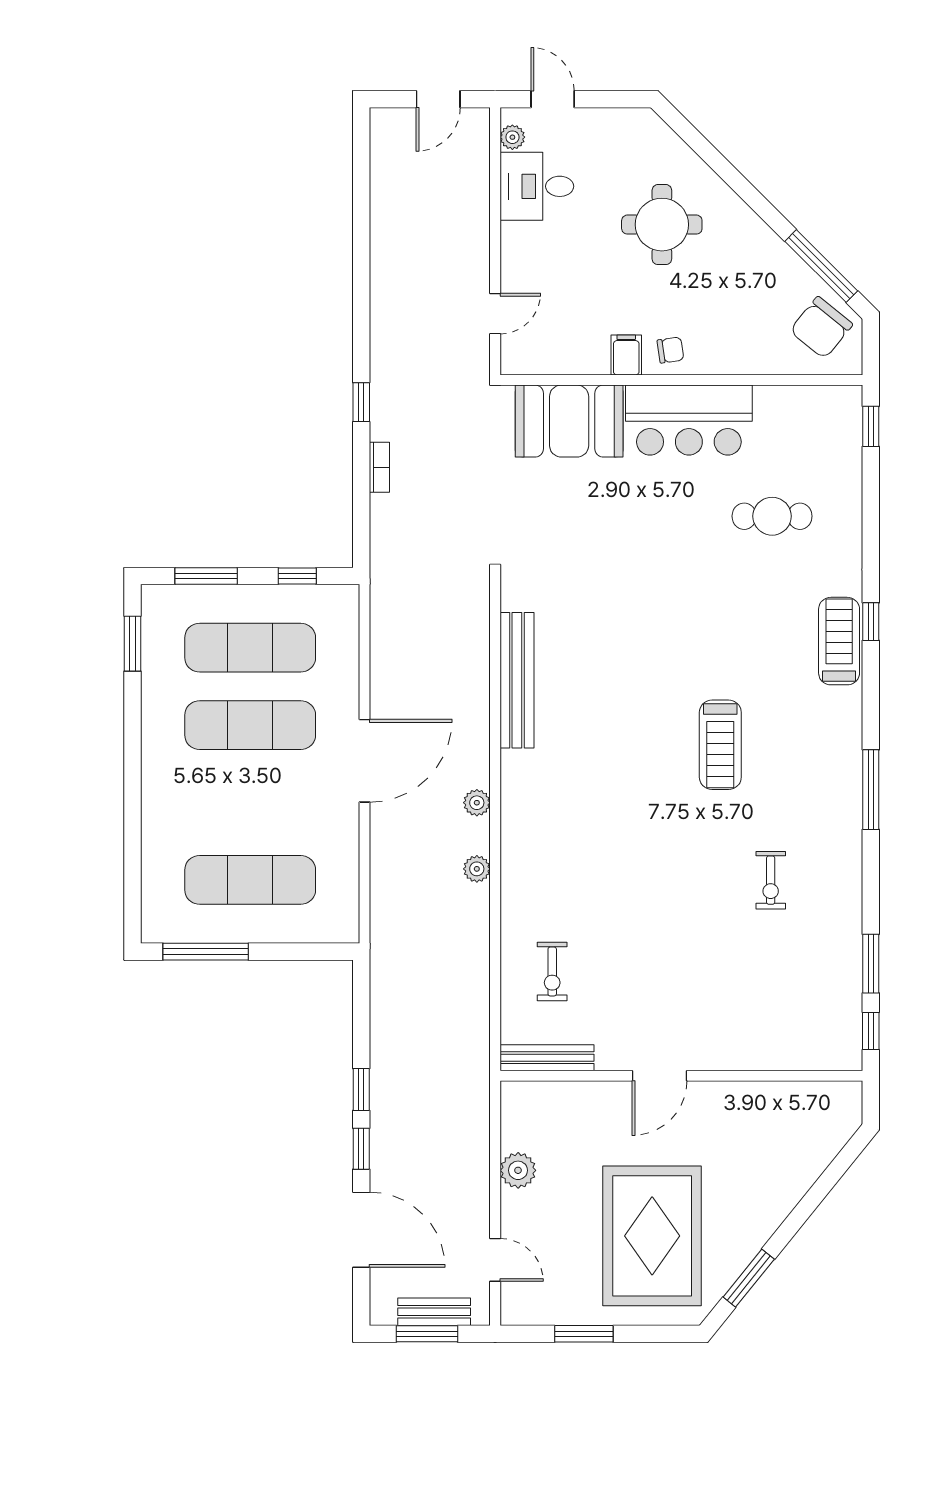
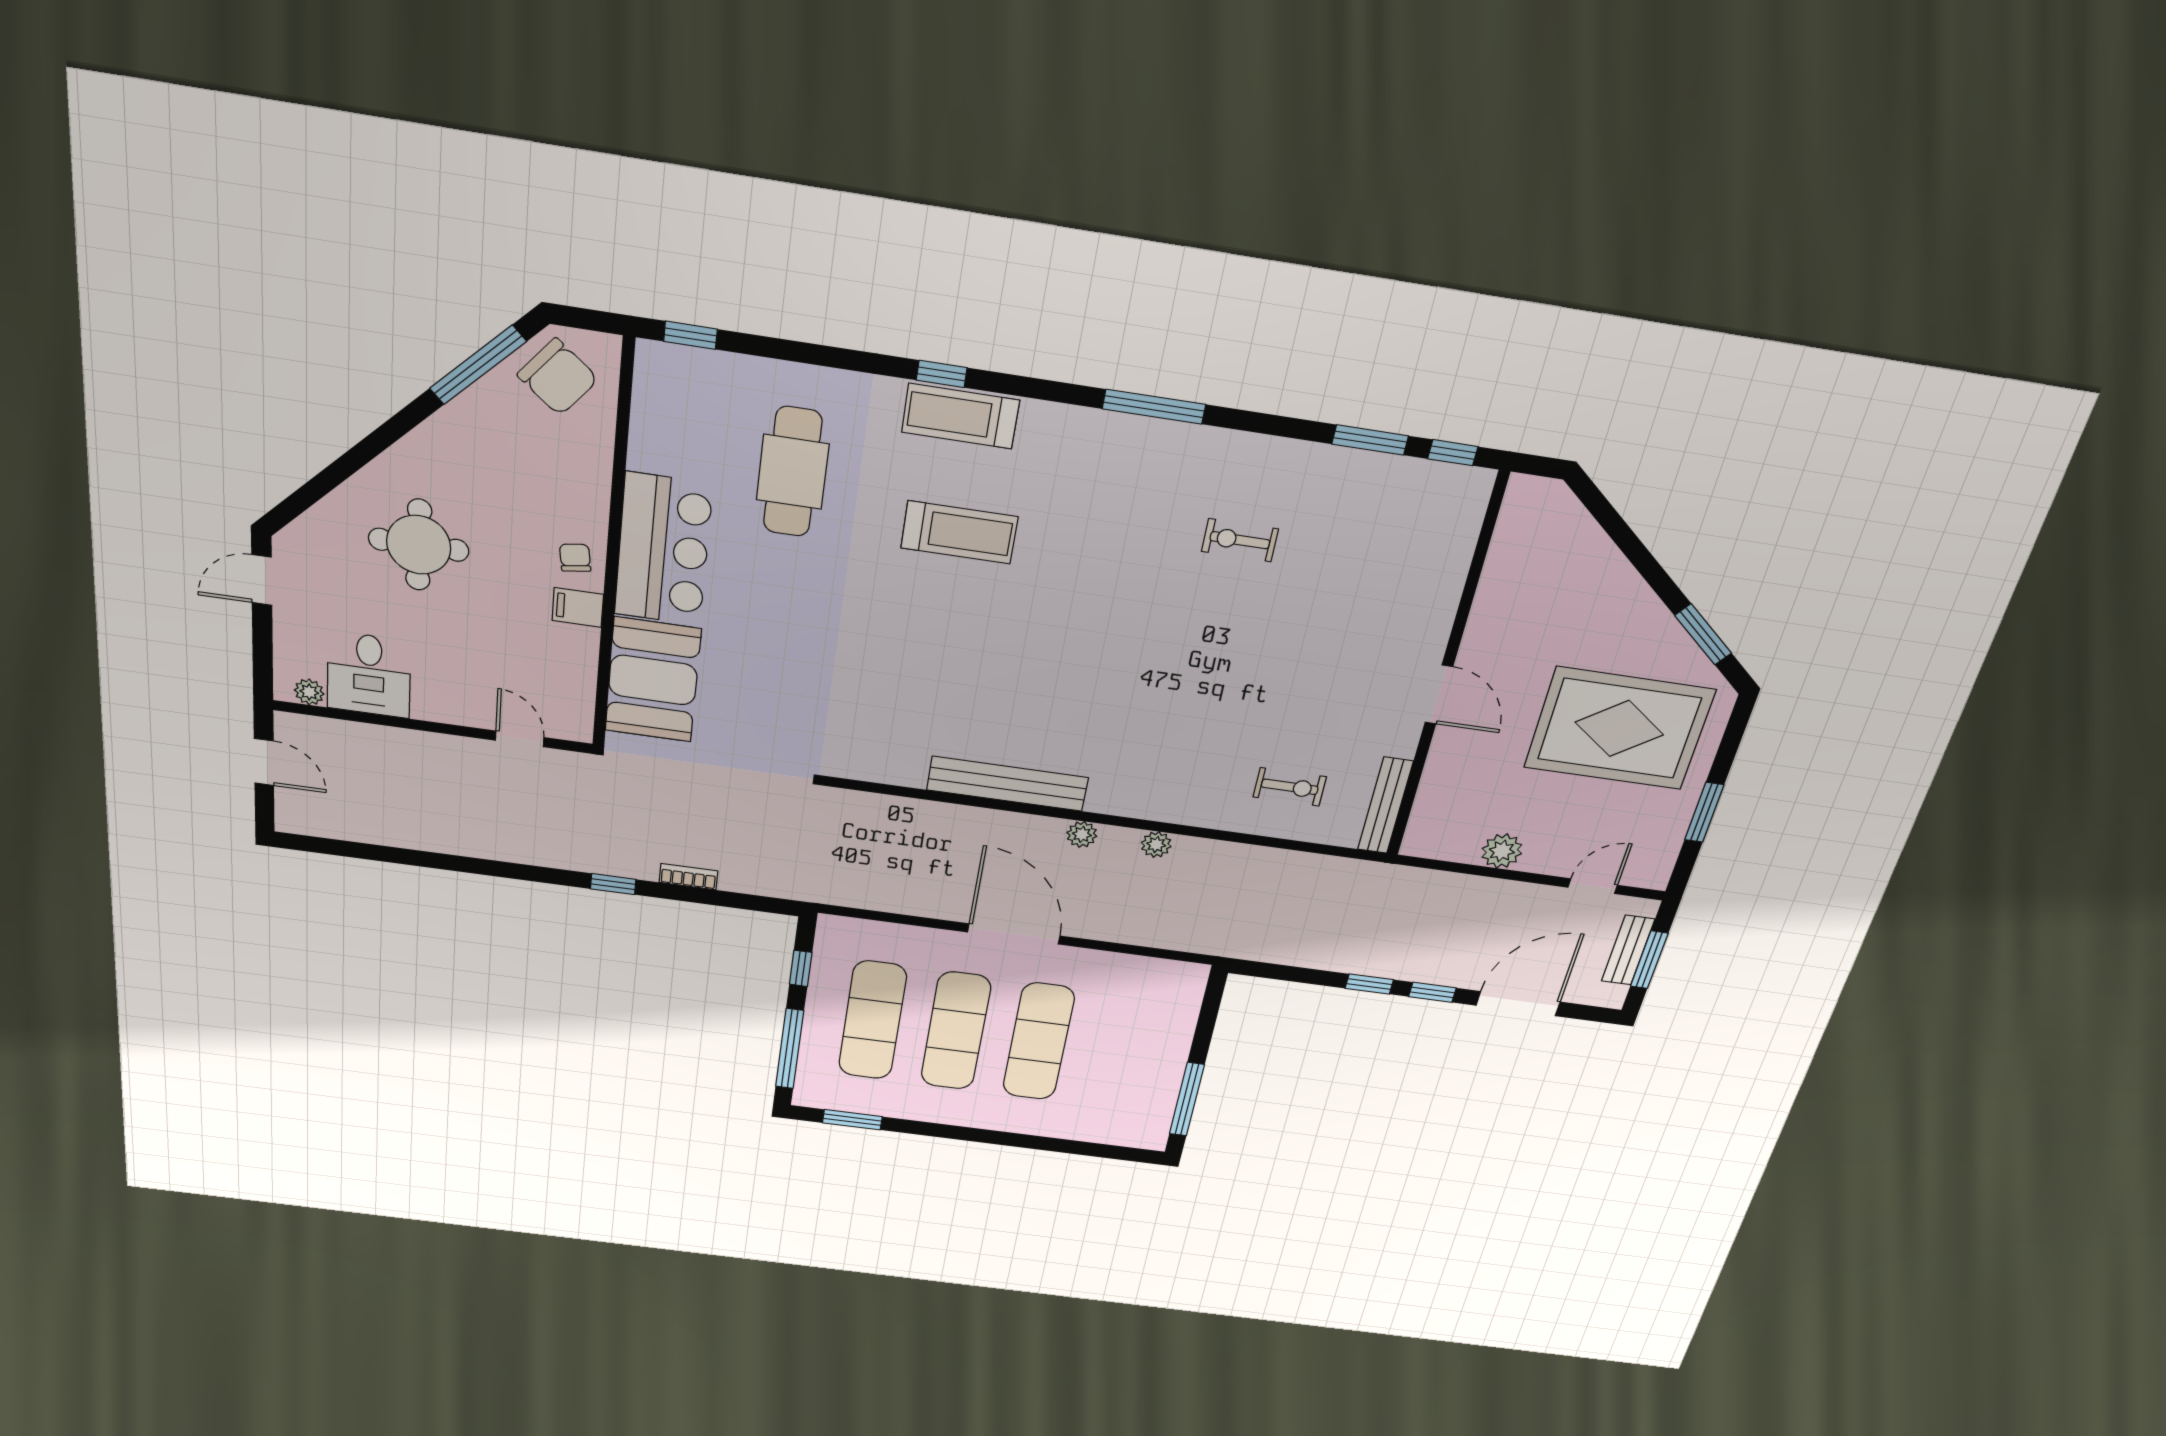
door: (553, 99) -> (262, 580), moved
cafe table: (772, 516) -> (793, 472), width x1.37, depth x1.35
window: (206, 576) -> (790, 1049), width x1.44
bench: (517, 680) -> (1007, 784), moved
treadmill: (720, 745) -> (959, 532), moved
exercise mat: (250, 880) -> (1039, 1042), moved
exercise bike: (771, 880) -> (1240, 540), turned 180

